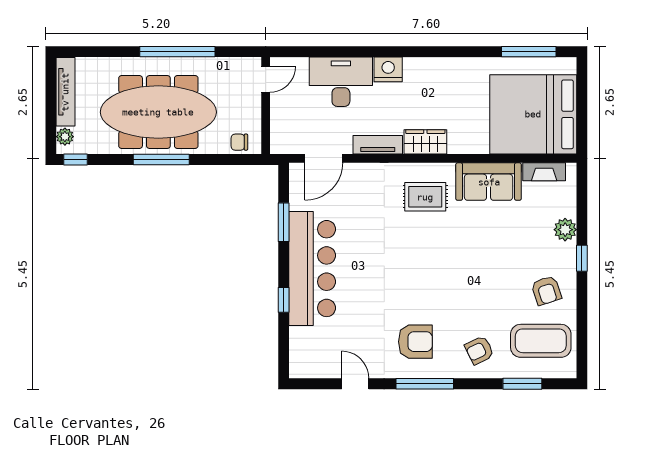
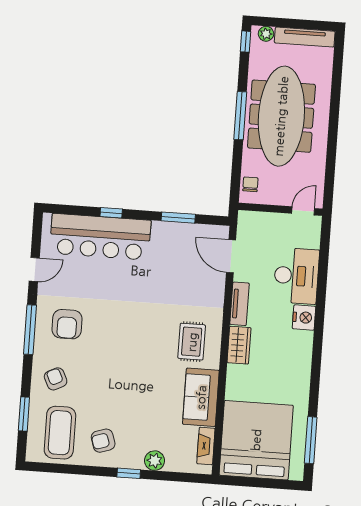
window: (177, 52) -> (333, 136), removed
door: (266, 79) -> (303, 211), swing flipped
bar counter: (312, 269) -> (100, 237), moved

